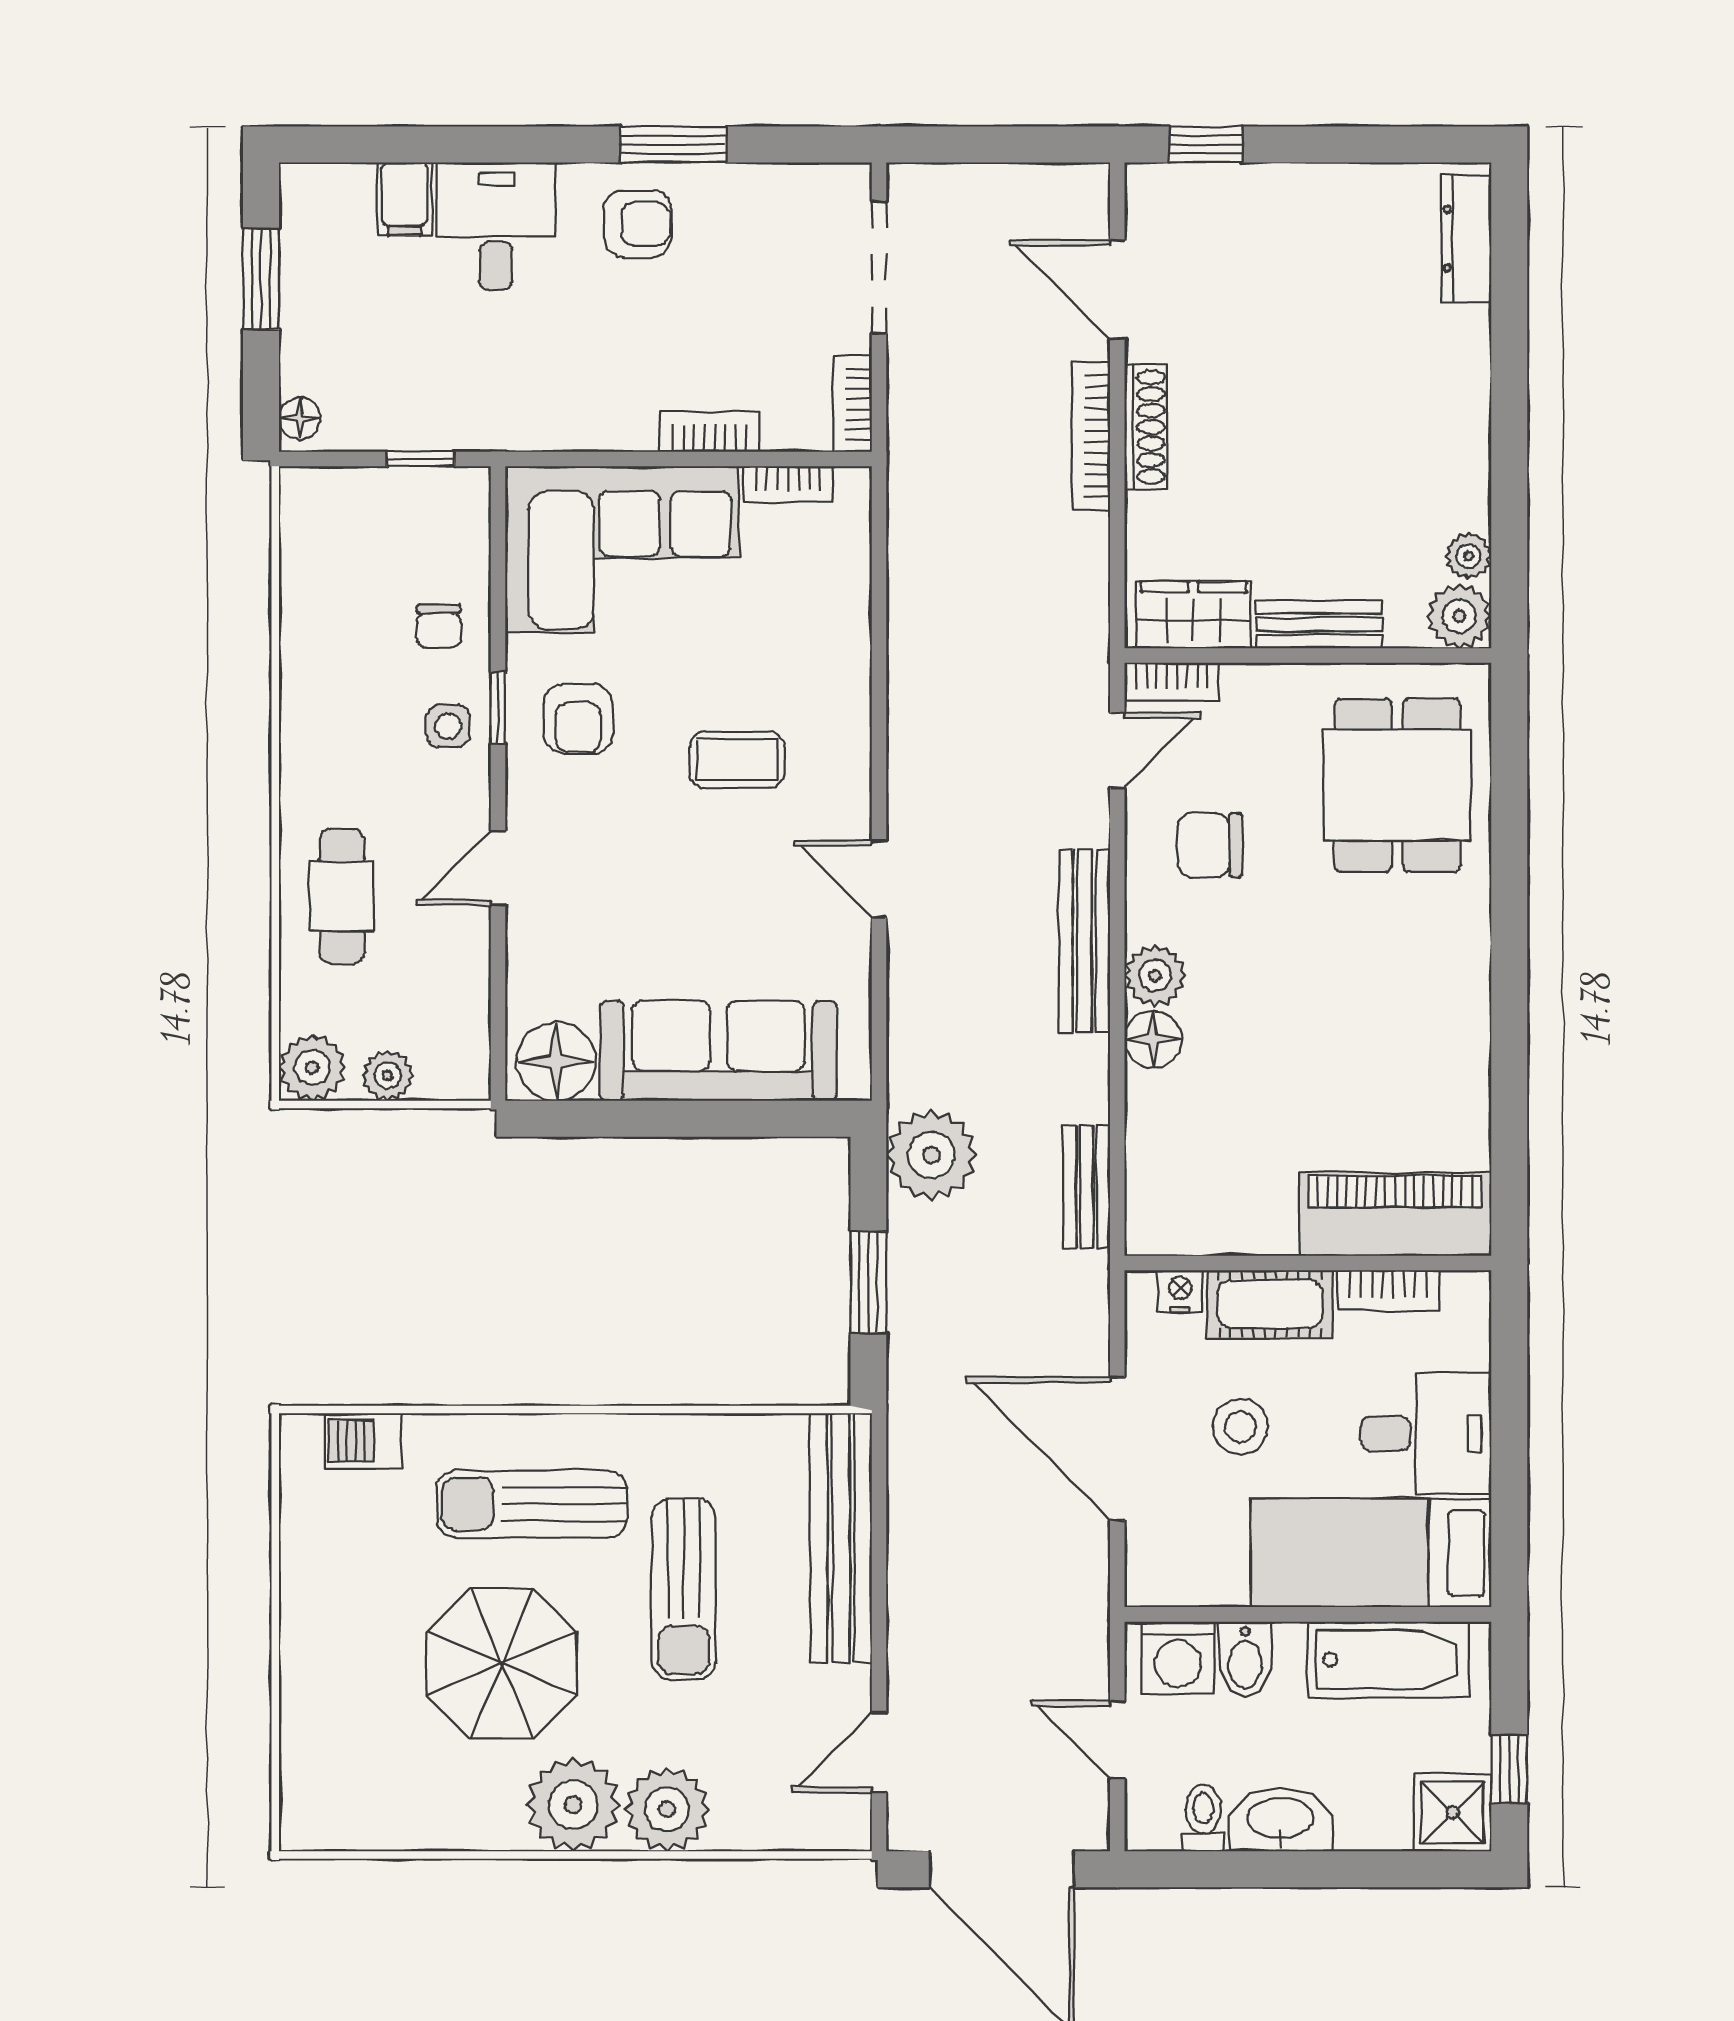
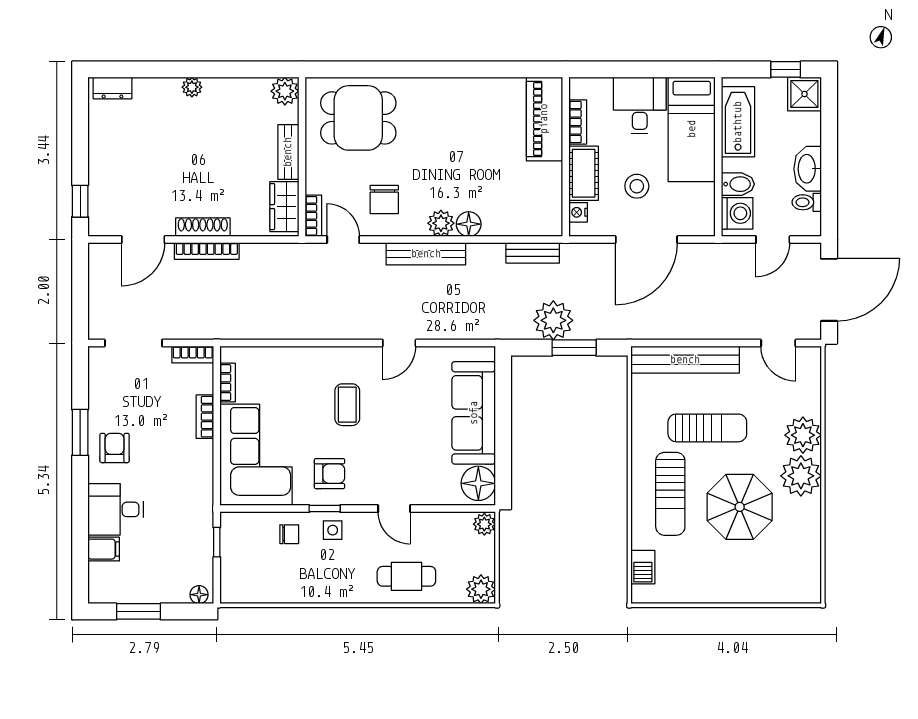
dresser: (1466, 239) -> (113, 88), width x0.70
plant: (1468, 556) -> (192, 87), moved
plant: (388, 1076) -> (484, 524), moved
plant: (931, 1155) -> (553, 320), moved

